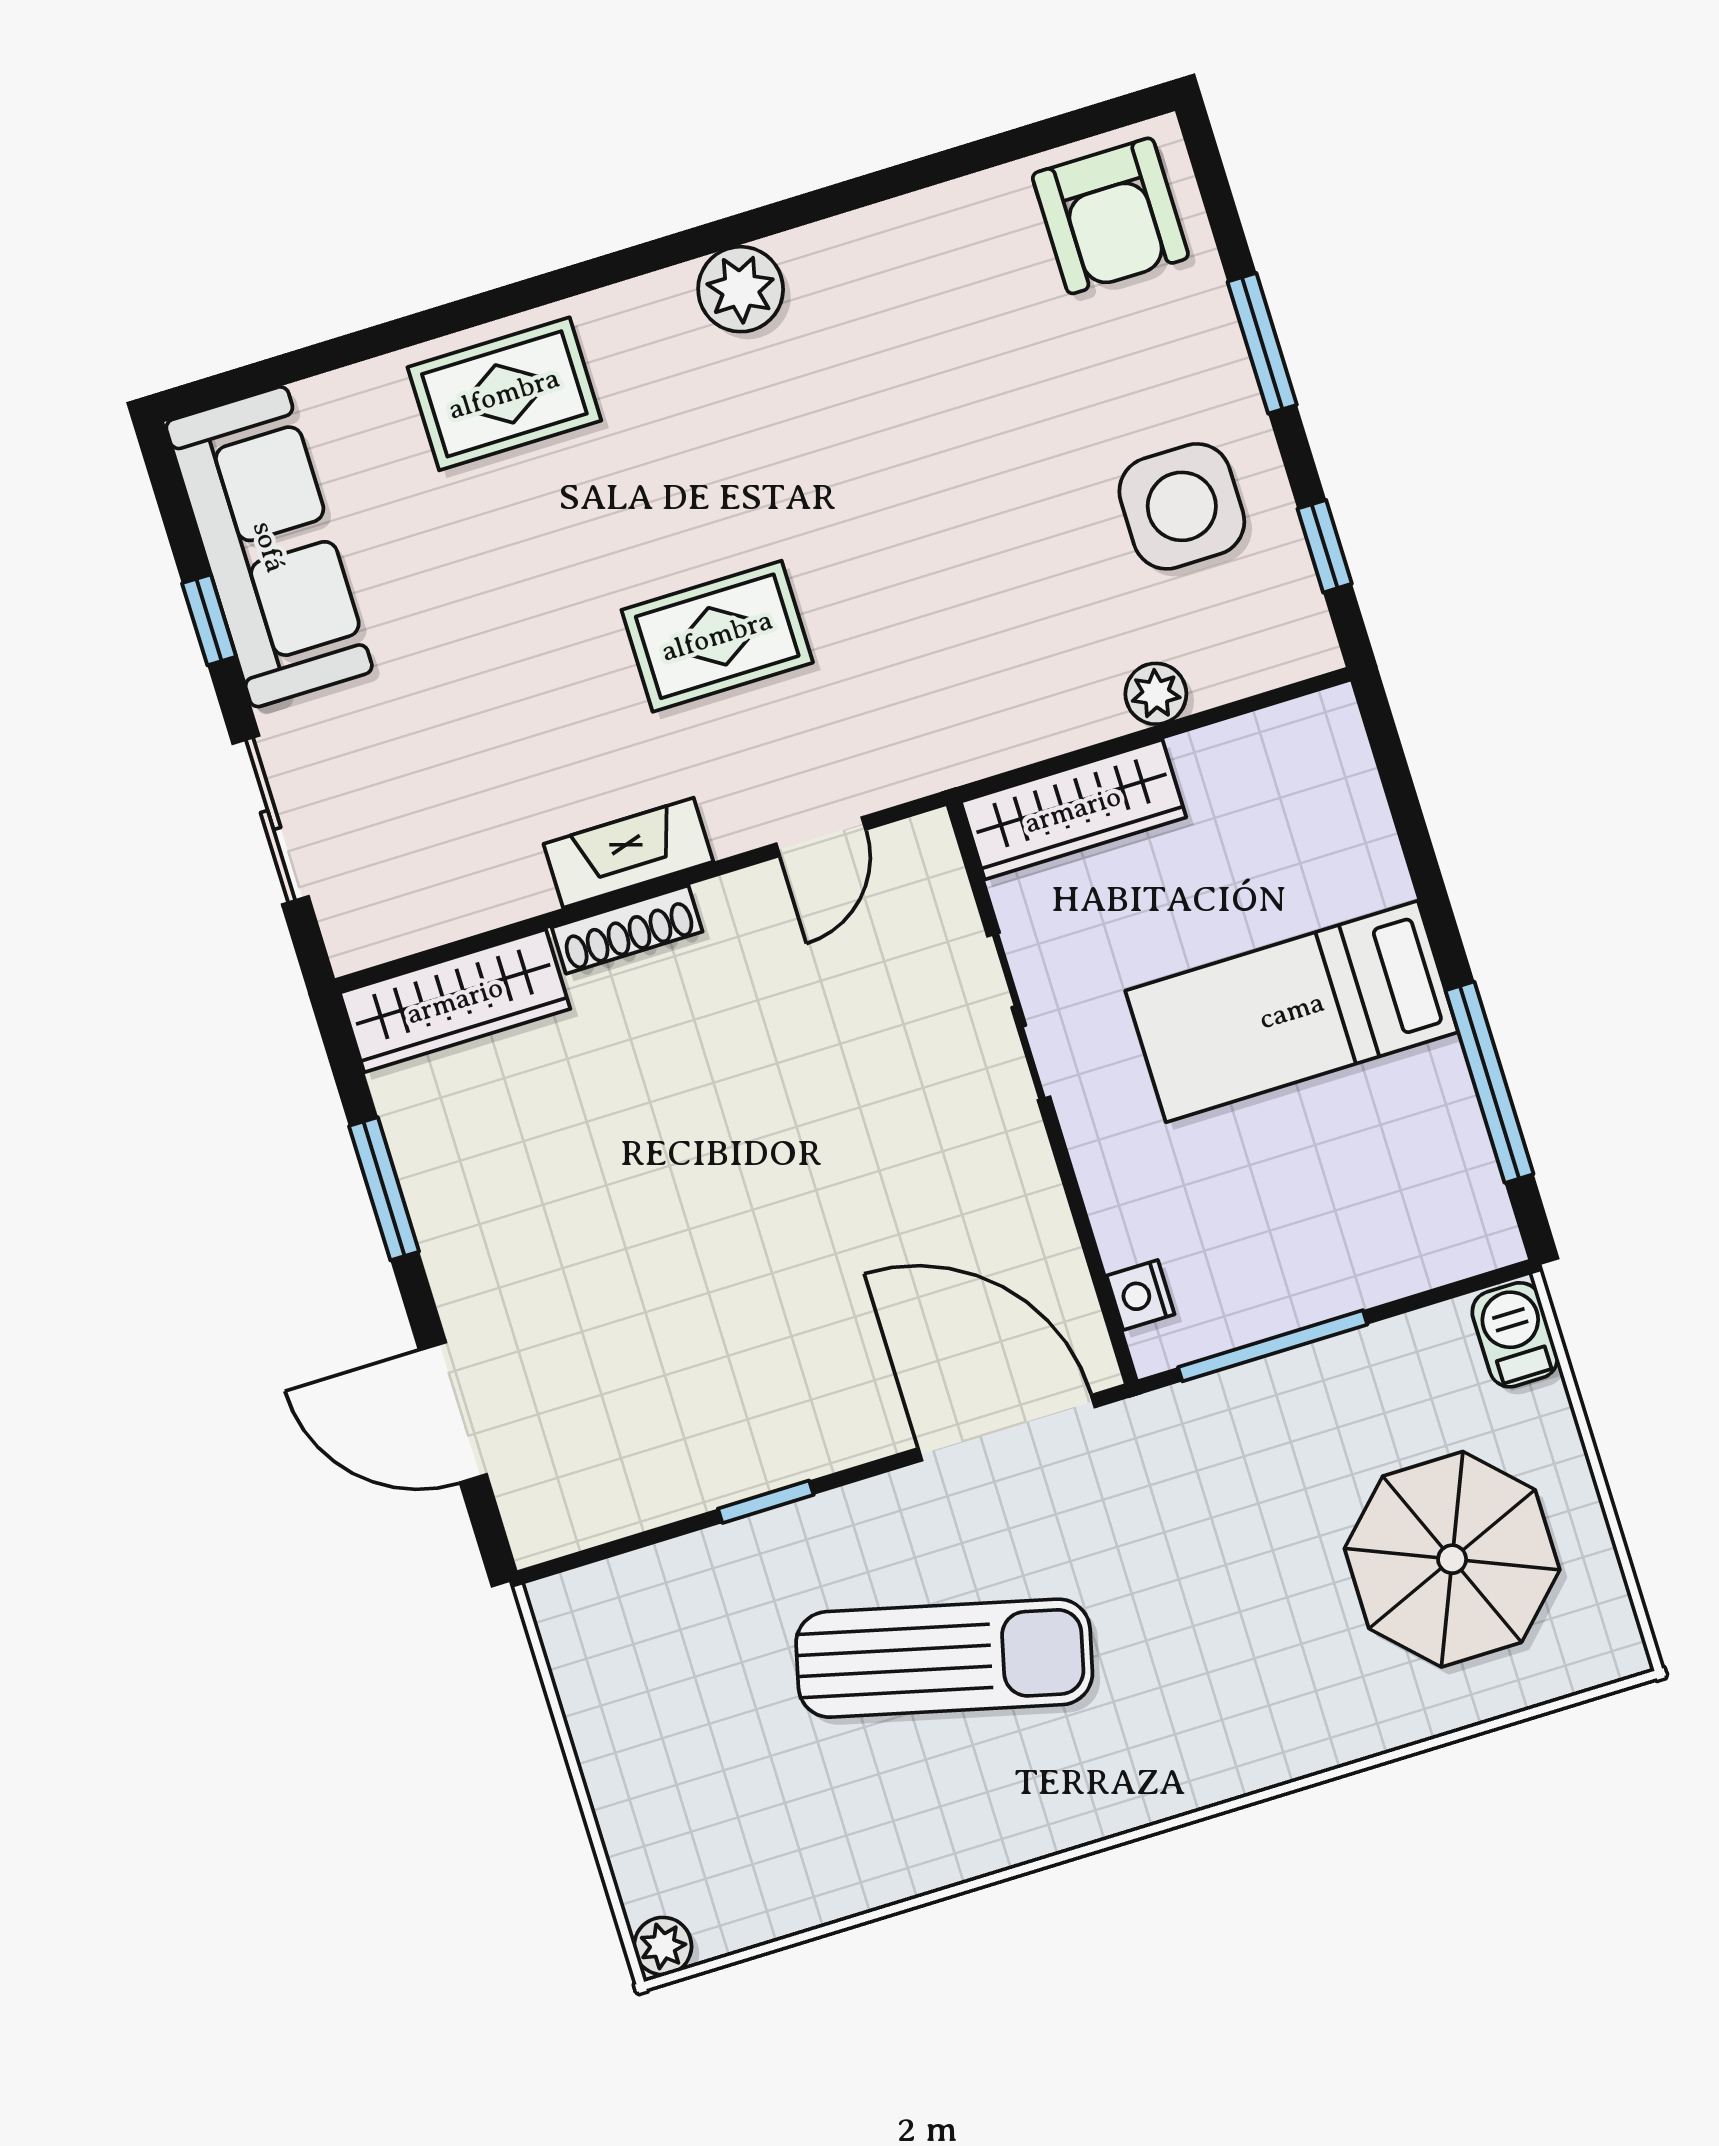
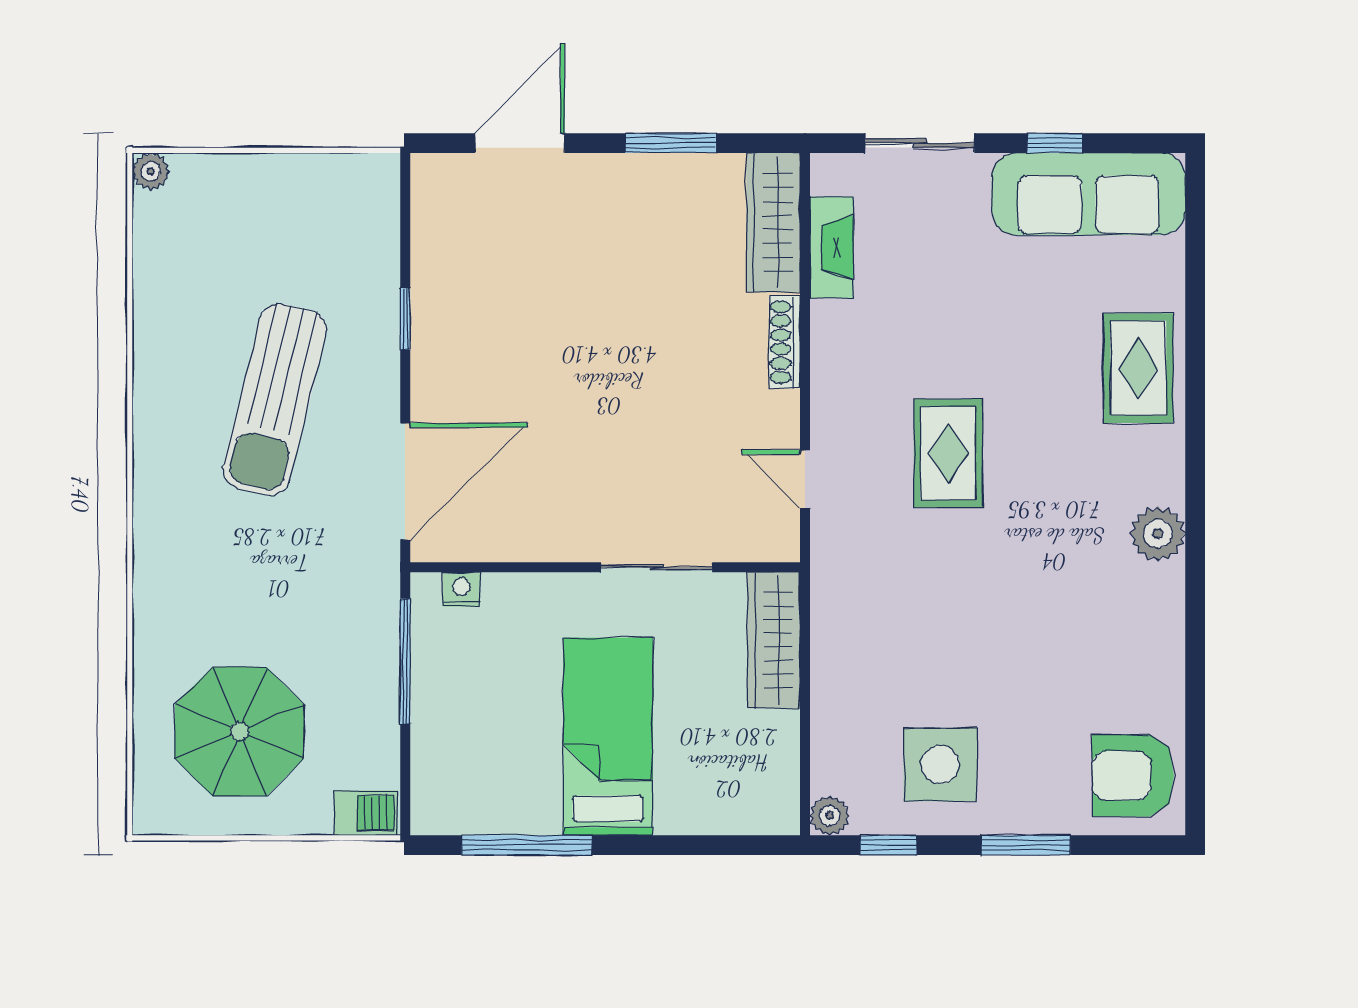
plant: (1156, 694) -> (830, 816), moved
fireplace: (628, 853) -> (832, 247), moved

